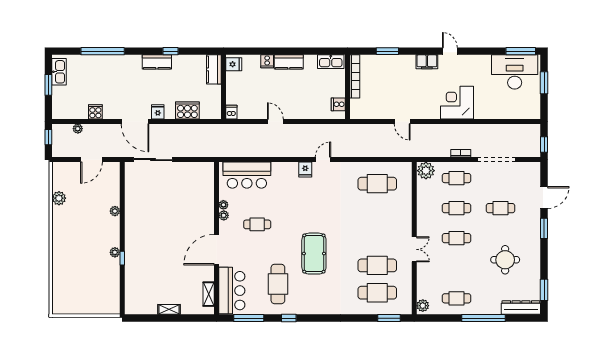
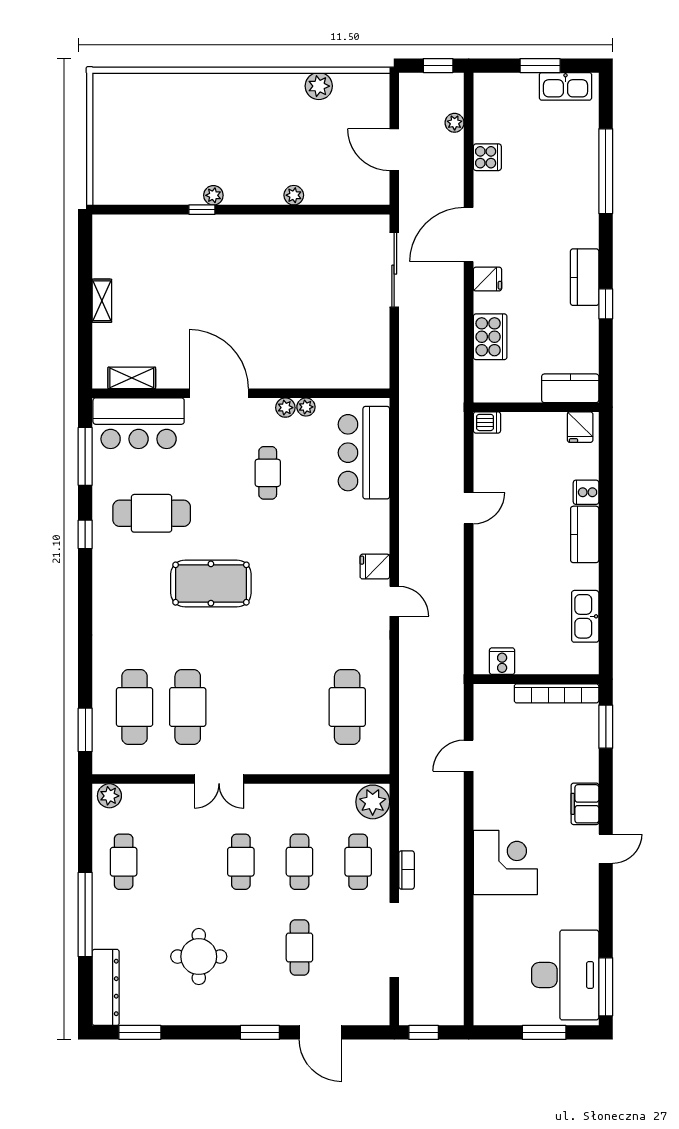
bookcase: (355, 76) -> (557, 693), moved
wall: (347, 87) -> (536, 679), moved
cooker: (338, 104) -> (502, 661), moved

